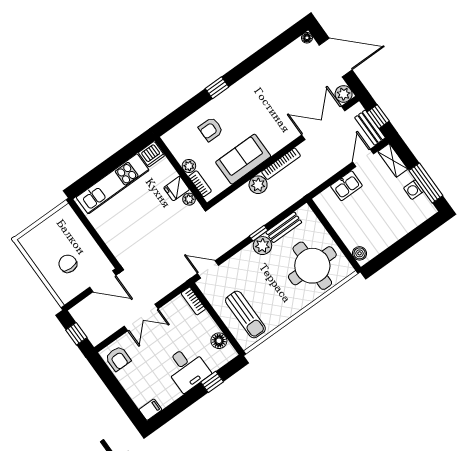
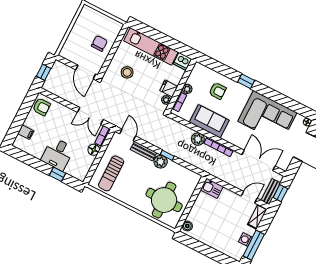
corner sofa: (275, 84) -> (267, 117), added
plant: (344, 94) -> (283, 164), removed
armchair: (211, 129) -> (218, 91), turned 180
kitchen sink: (346, 186) -> (212, 188), moved
bench: (284, 227) -> (144, 151), moved
stool: (130, 230) -> (127, 72), added
chair: (68, 264) -> (99, 43), moved
double door: (141, 317) -> (90, 116), moved
floor lamp: (219, 341) -> (94, 150), moved
armchair: (118, 359) -> (42, 107), turned -90
filing cabinet: (150, 410) -> (26, 132), moved

